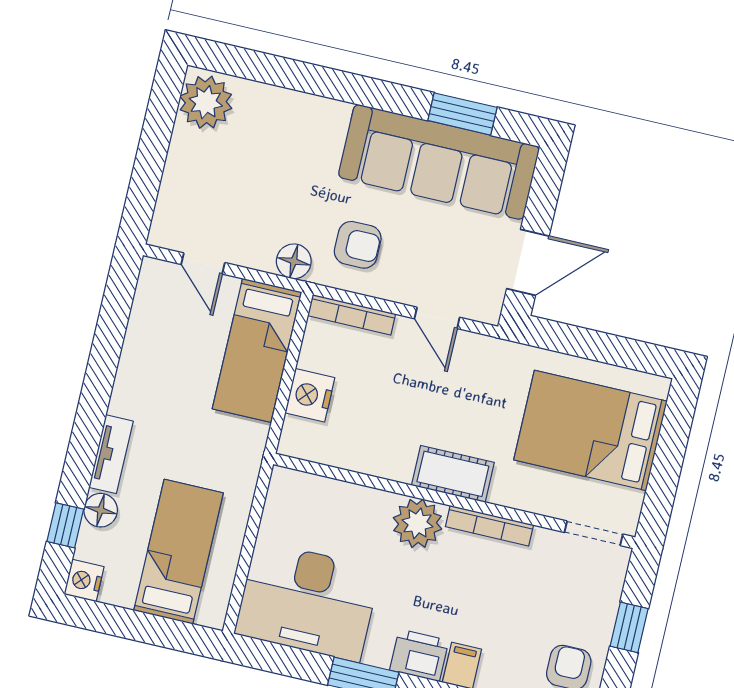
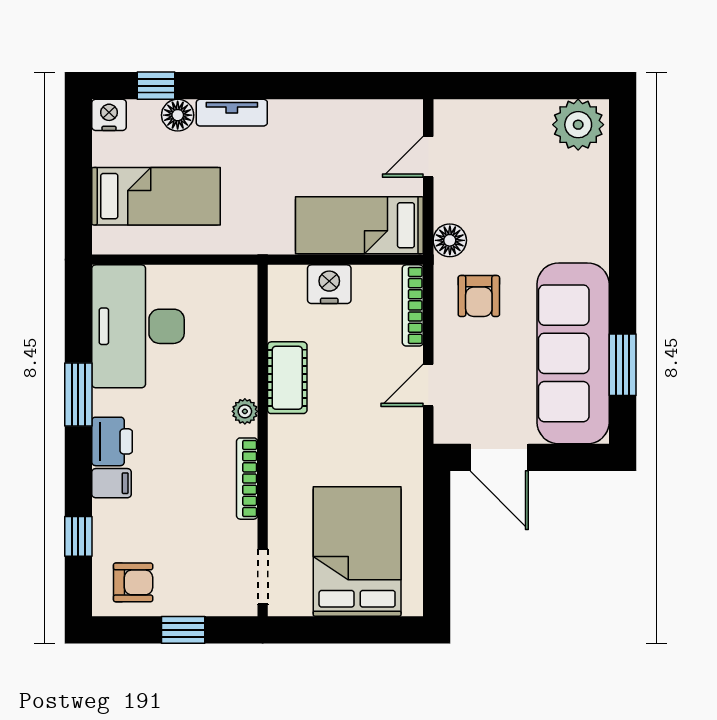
cot: (453, 474) -> (287, 378), moved
plant: (417, 523) -> (245, 411), width x0.53, depth x0.53

